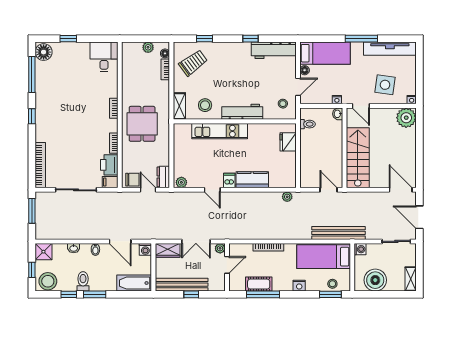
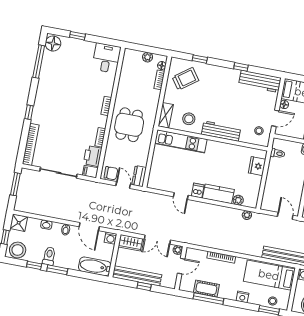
window: (32, 116) -> (29, 112), moved
kitchen unit: (220, 131) -> (181, 141), moved
plant: (181, 182) -> (238, 200), moved

